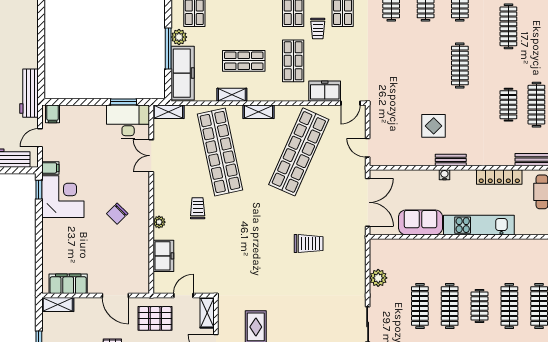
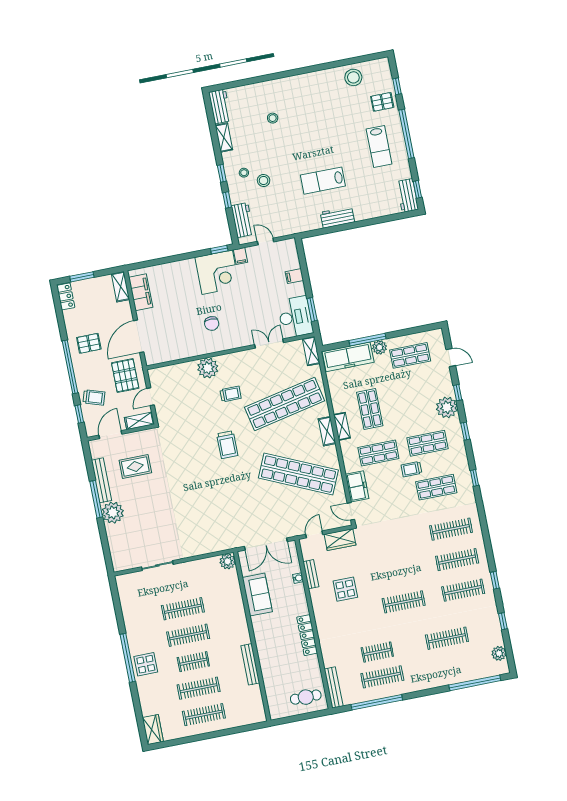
workbench: (29, 93) -> (337, 217), moved, width x0.73
shelving: (232, 95) -> (342, 426), moved
filing cabinet: (53, 114) -> (294, 276), moved
wardrobe: (379, 121) -> (340, 540), added
bench: (451, 160) -> (311, 574), moved
water cooler: (444, 175) -> (298, 578), moved
locker: (499, 177) -> (307, 635), moved
chair: (117, 214) -> (212, 324), turned -135
plant: (159, 222) -> (208, 368), width x1.87, depth x1.87
kitchen unit: (479, 225) -> (265, 647), removed
trolley: (309, 244) -> (227, 445), moved
bench: (495, 245) -> (250, 664), added
freezer: (163, 256) -> (182, 372), removed
plant: (378, 278) -> (228, 561), moved
door: (115, 295) -> (139, 336), width x1.36
door: (183, 295) -> (151, 397), swing flipped

